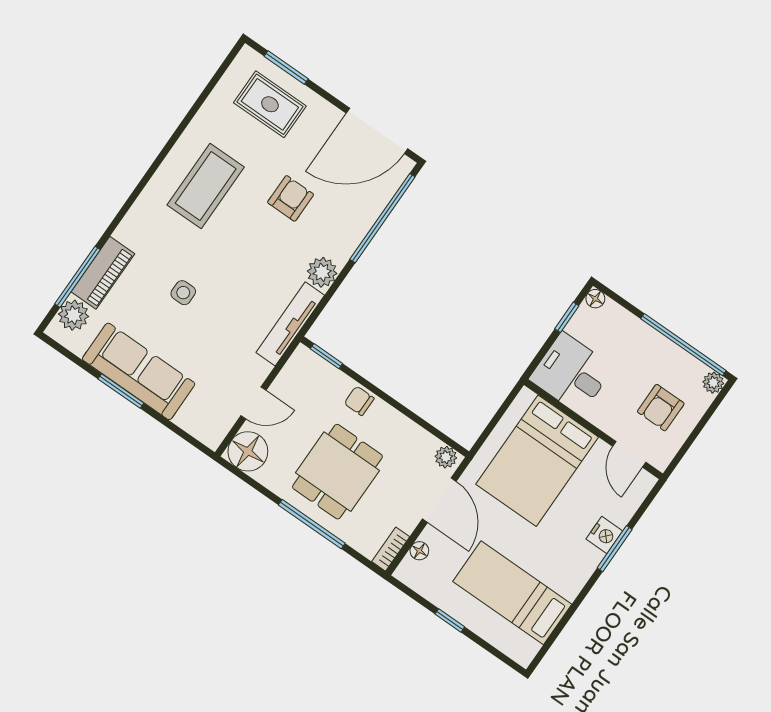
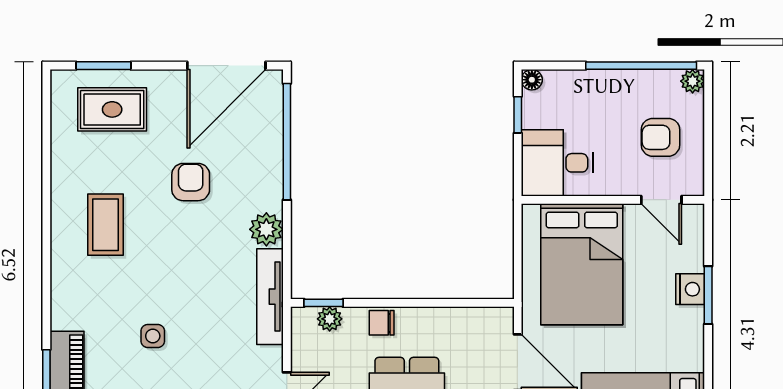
coffee table: (206, 186) -> (105, 225), width x0.73, depth x0.76
armchair: (661, 408) -> (661, 137), turned 90
plant: (446, 457) -> (330, 319), moved

